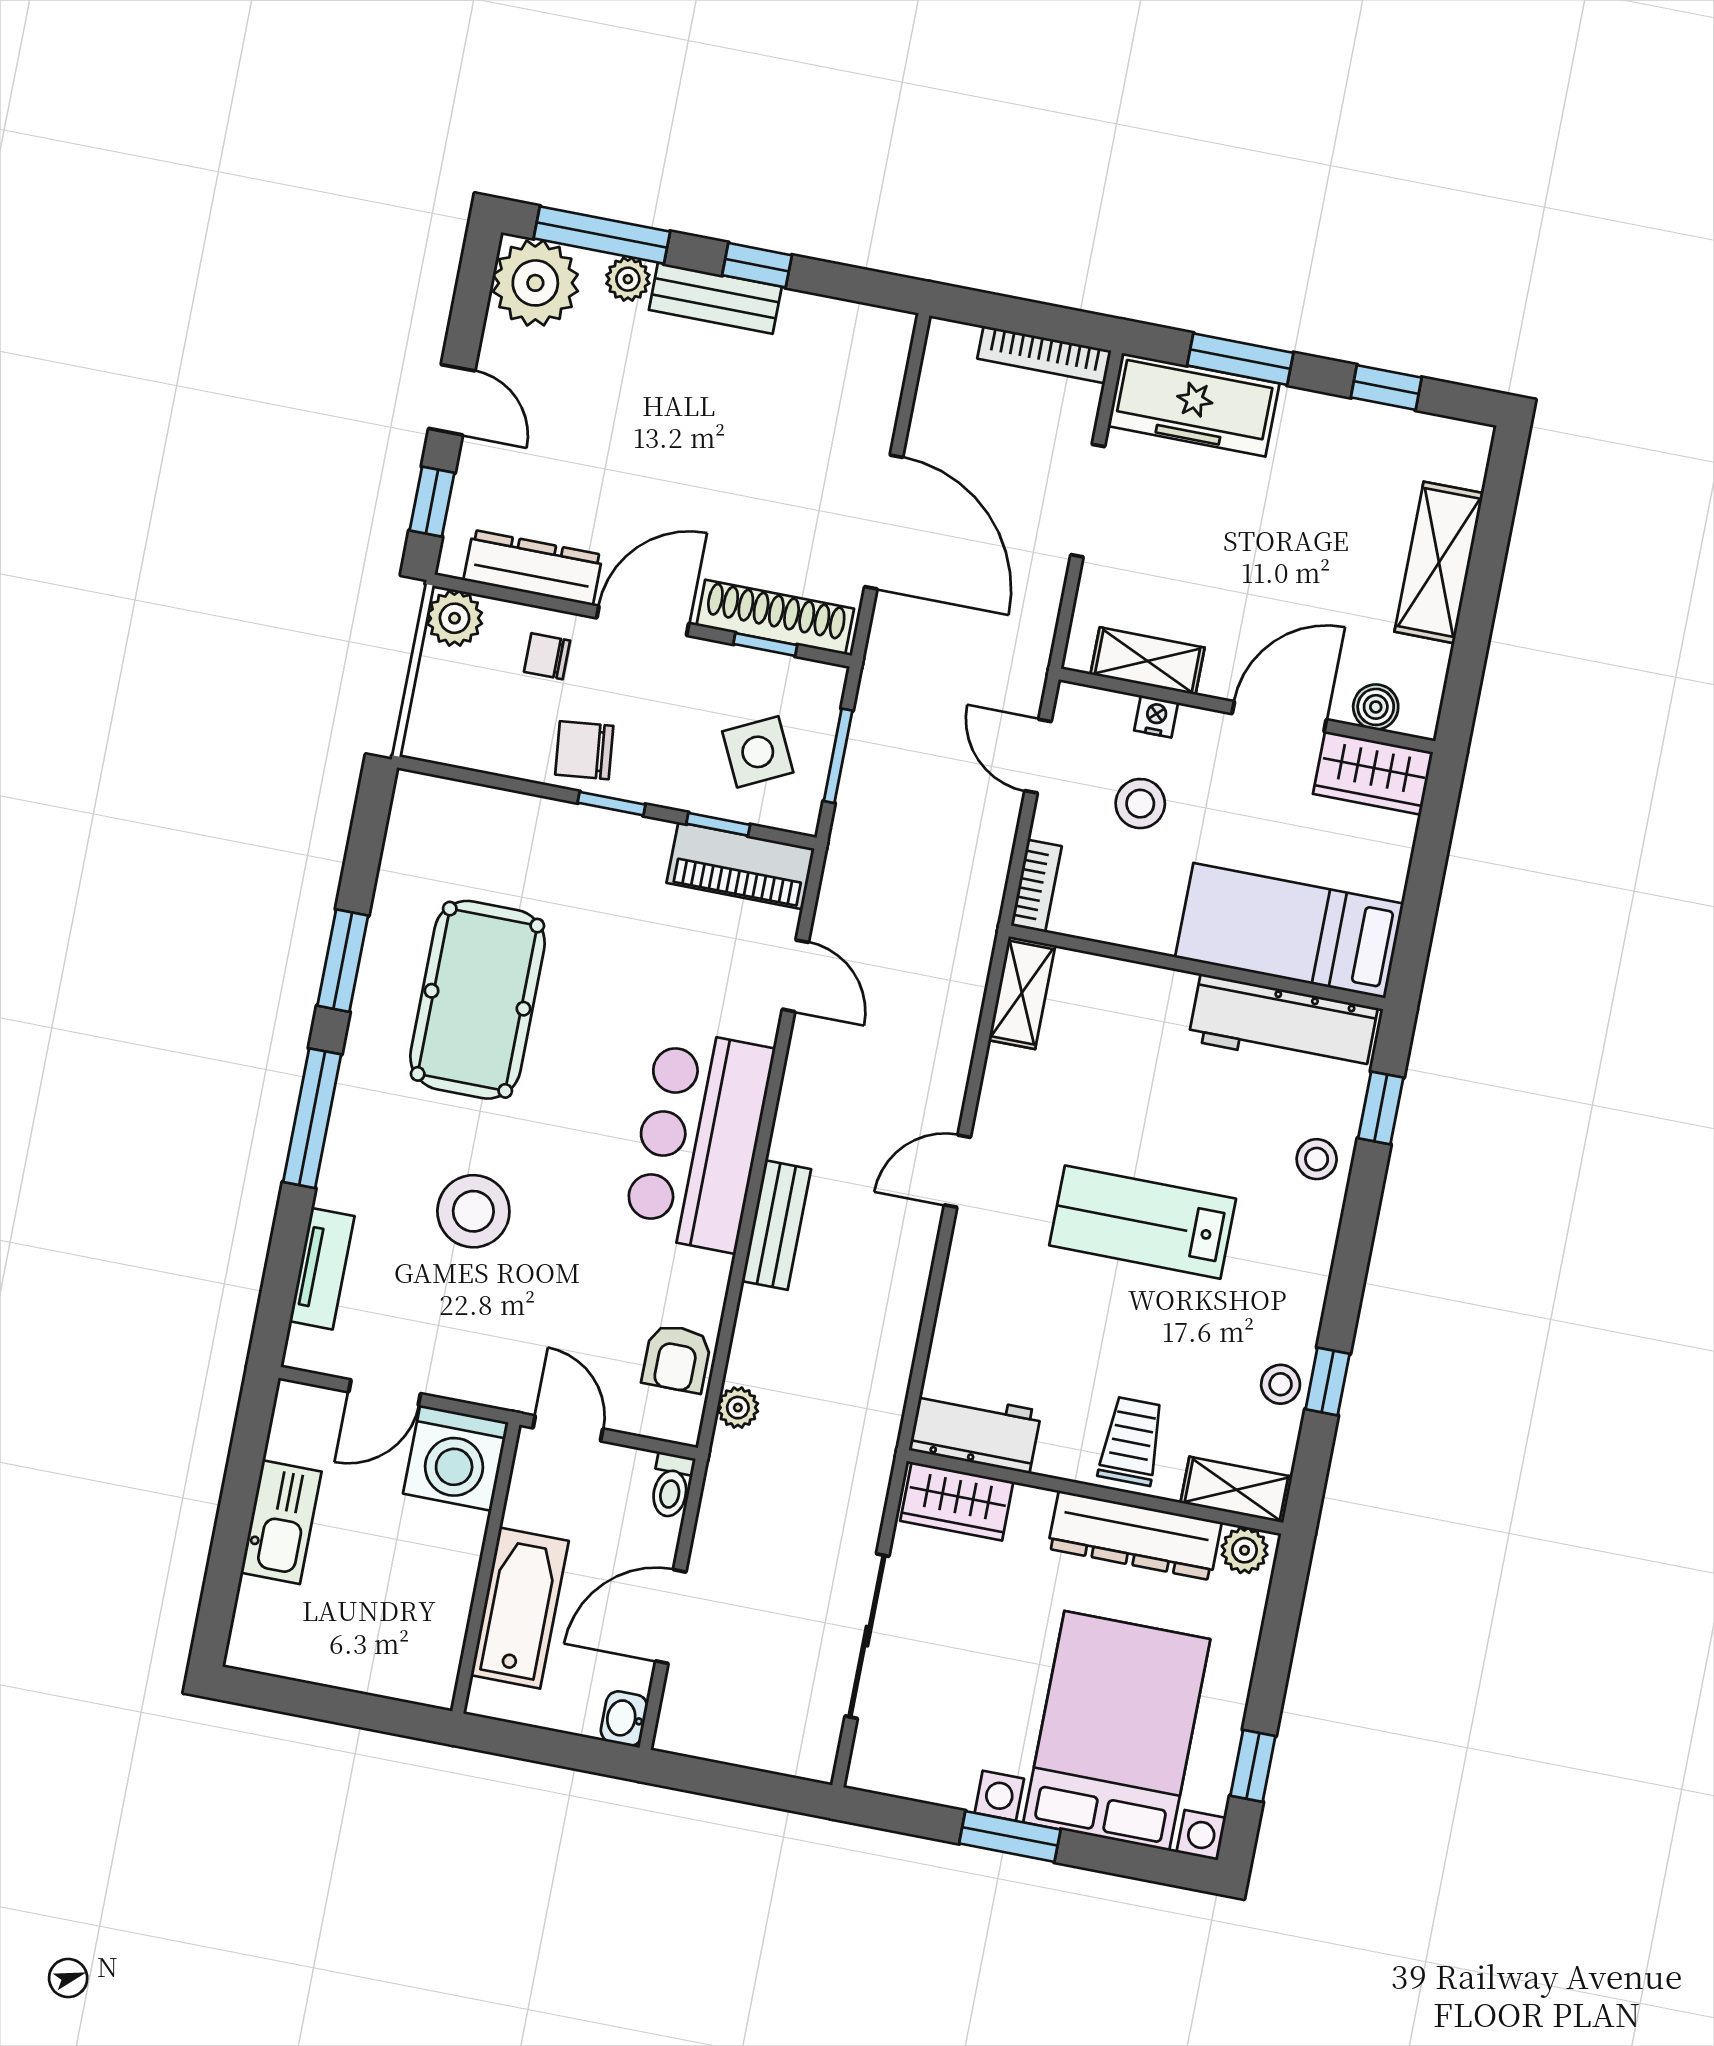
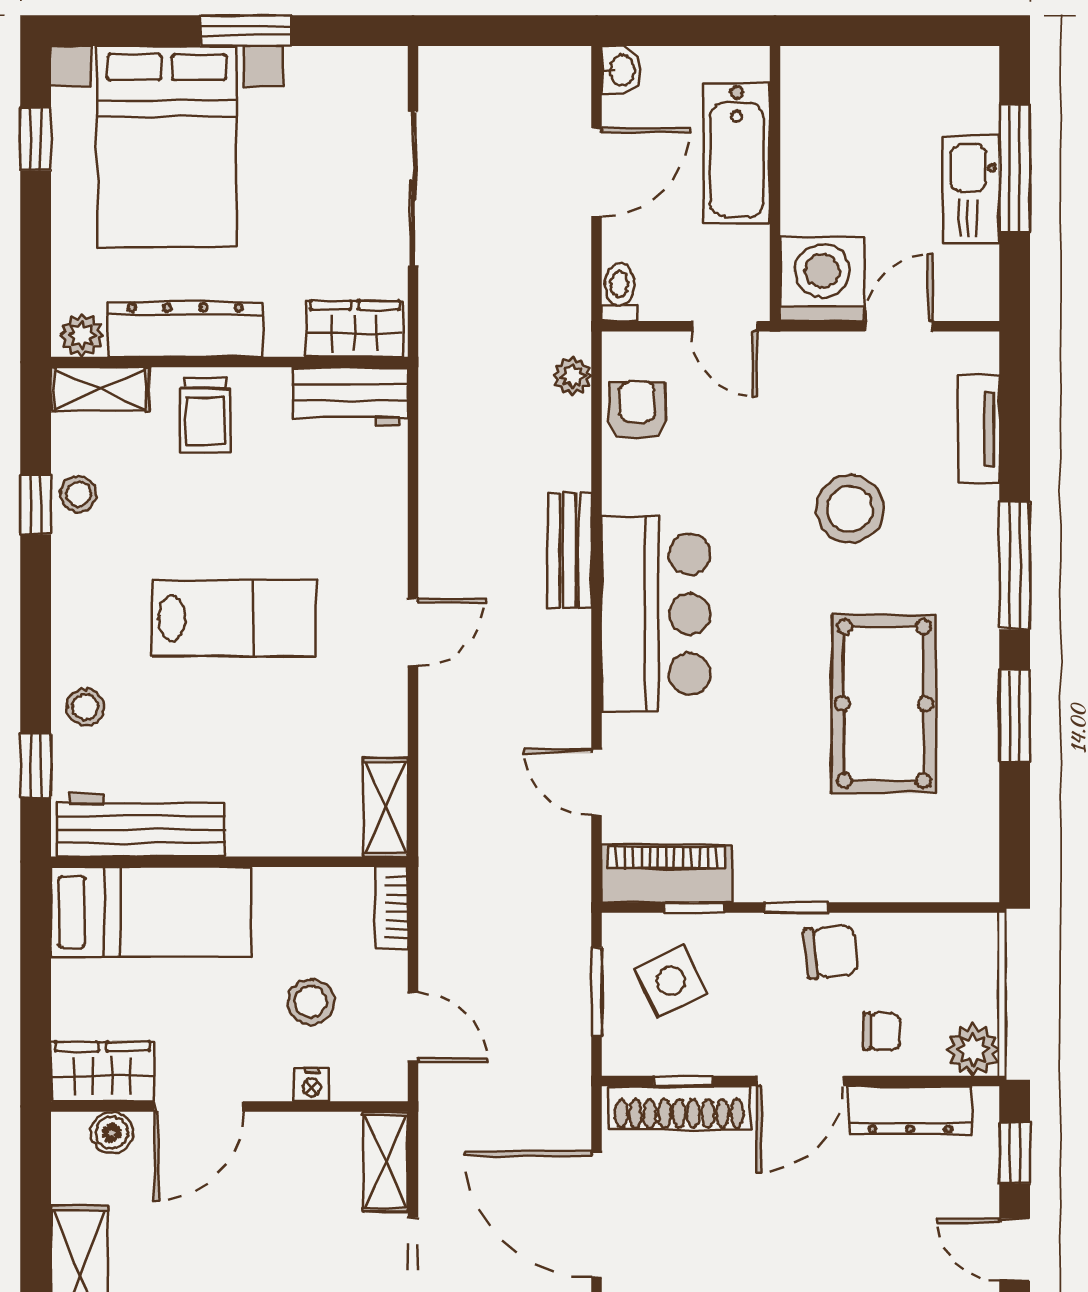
shelving: (1148, 661) -> (385, 1162), moved, turned 90
window: (231, 1535) -> (1015, 168), added

